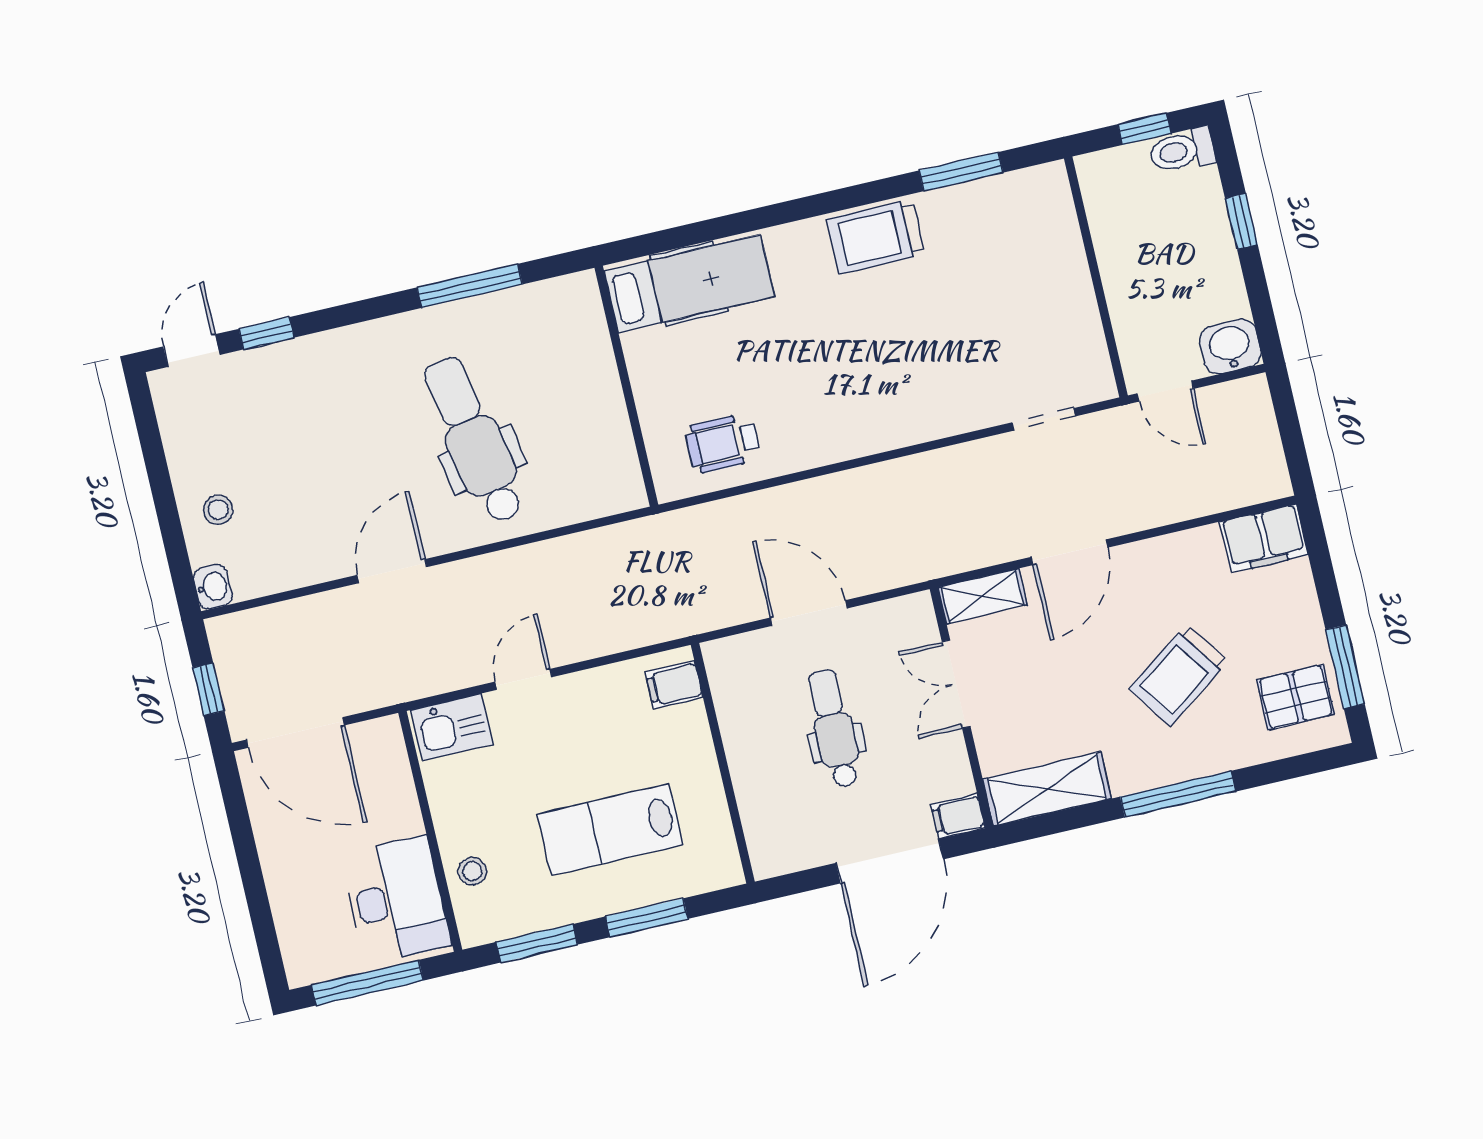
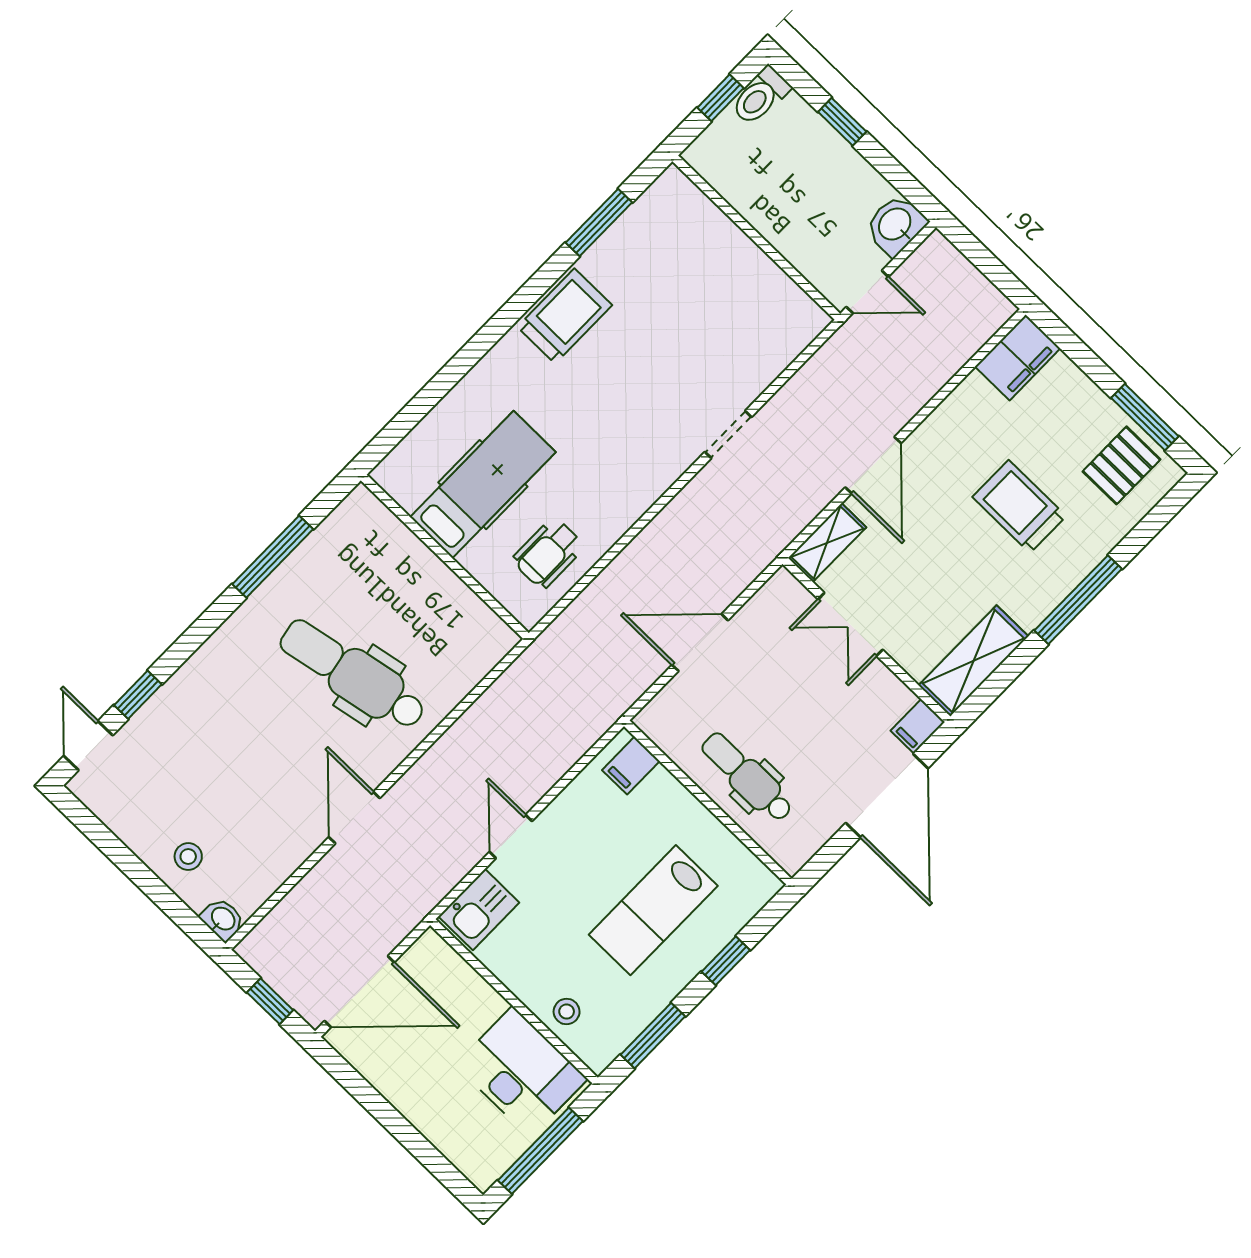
trolley: (876, 237) -> (565, 316), turned 180
hospital bed: (689, 284) -> (483, 485), moved
doorway: (1044, 419) -> (728, 434), moved
trolley: (1179, 675) -> (1019, 506), turned 125
dental chair: (834, 728) -> (747, 777), moved
window: (647, 918) -> (726, 961), width x0.67

